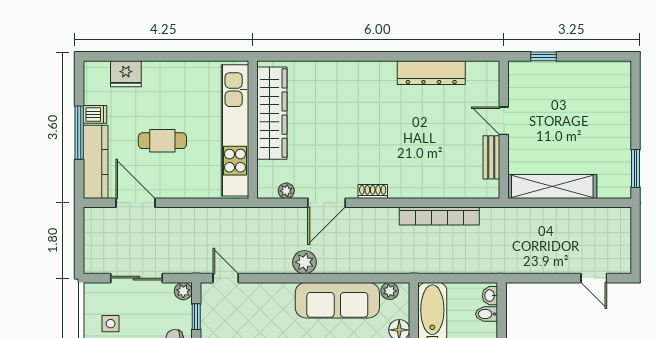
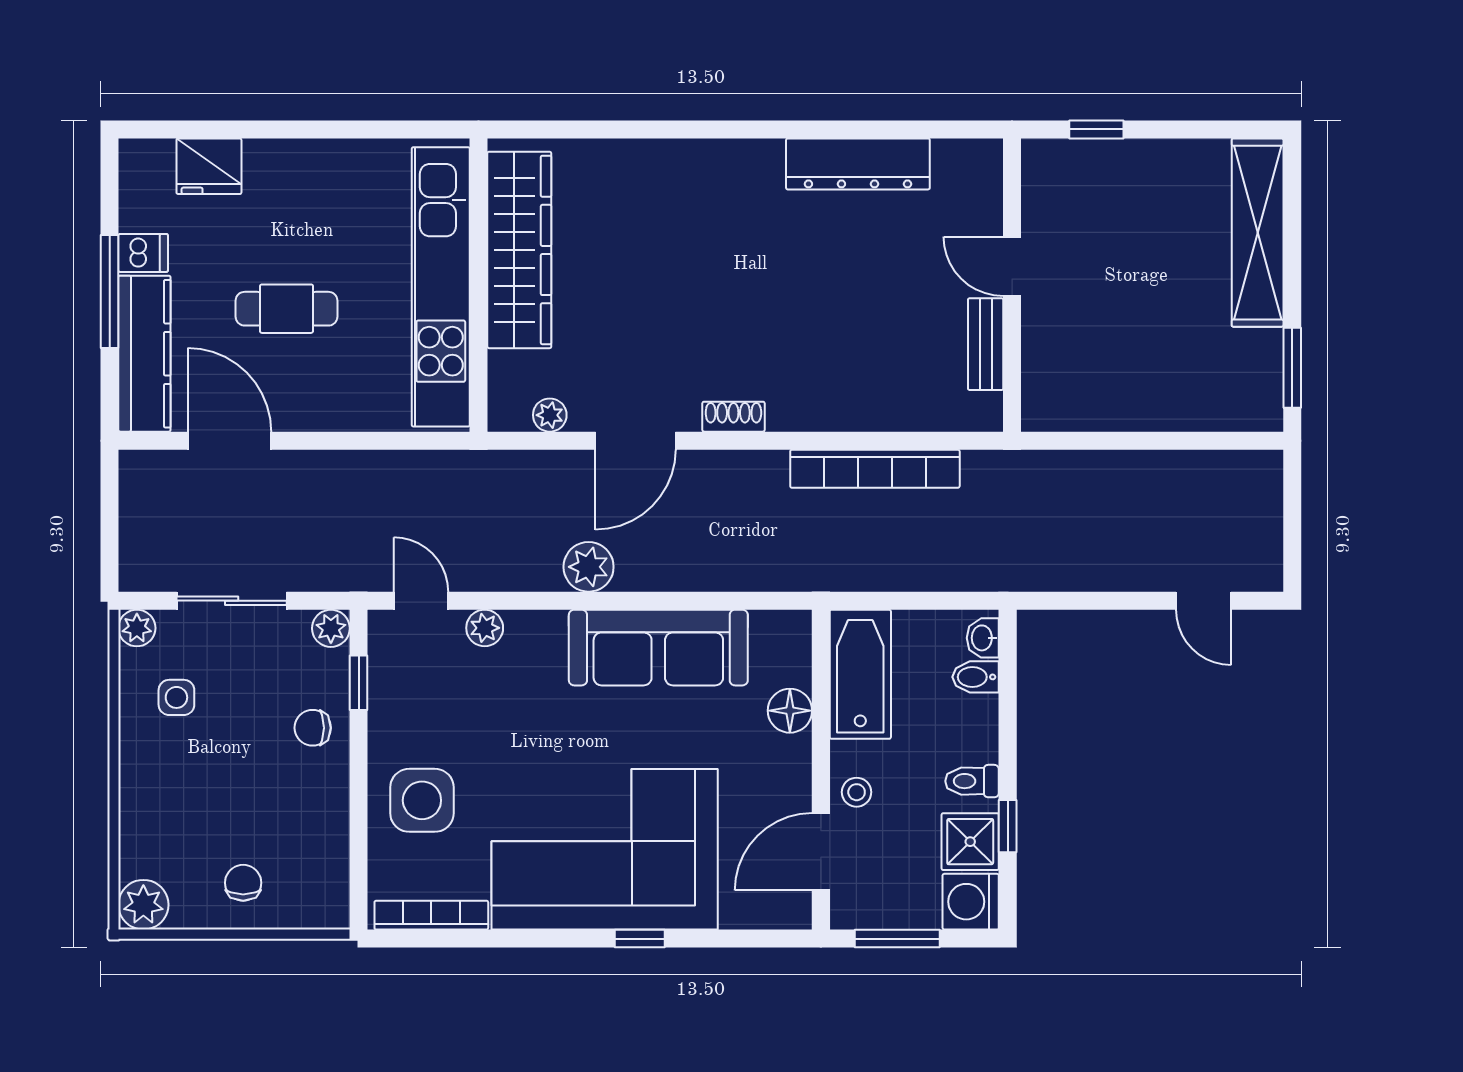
shelving: (552, 187) -> (1258, 233), moved, turned 90
plant: (92, 291) -> (137, 628), added
plant: (390, 291) -> (485, 628), moved

